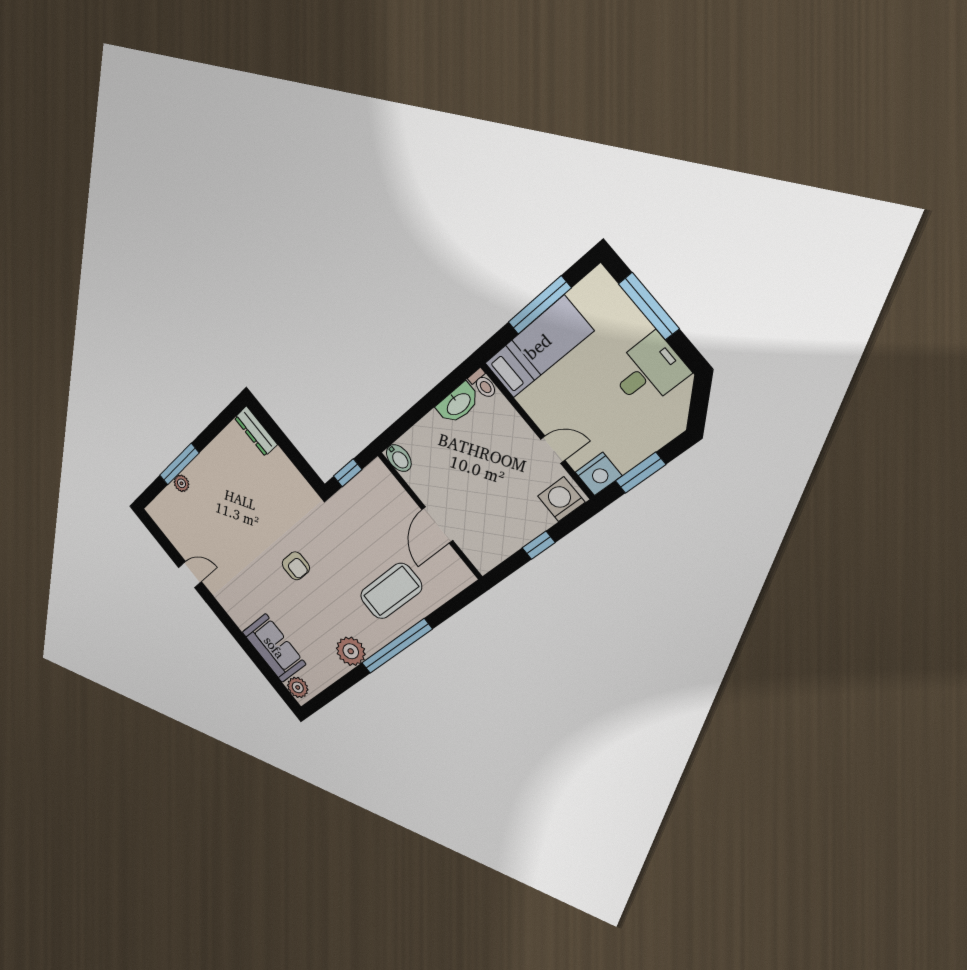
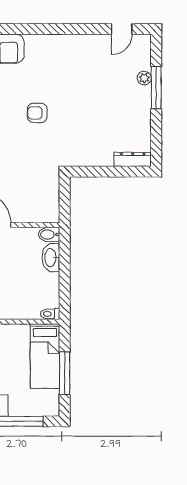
washbasin: (458, 404) -> (51, 258), moved
window: (348, 473) -> (65, 197), removed
door: (190, 575) -> (122, 29), moved

